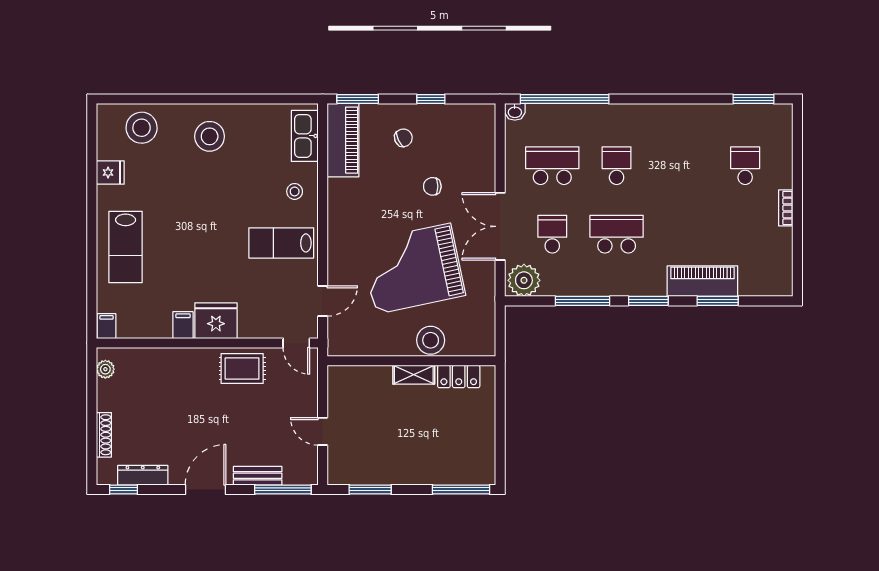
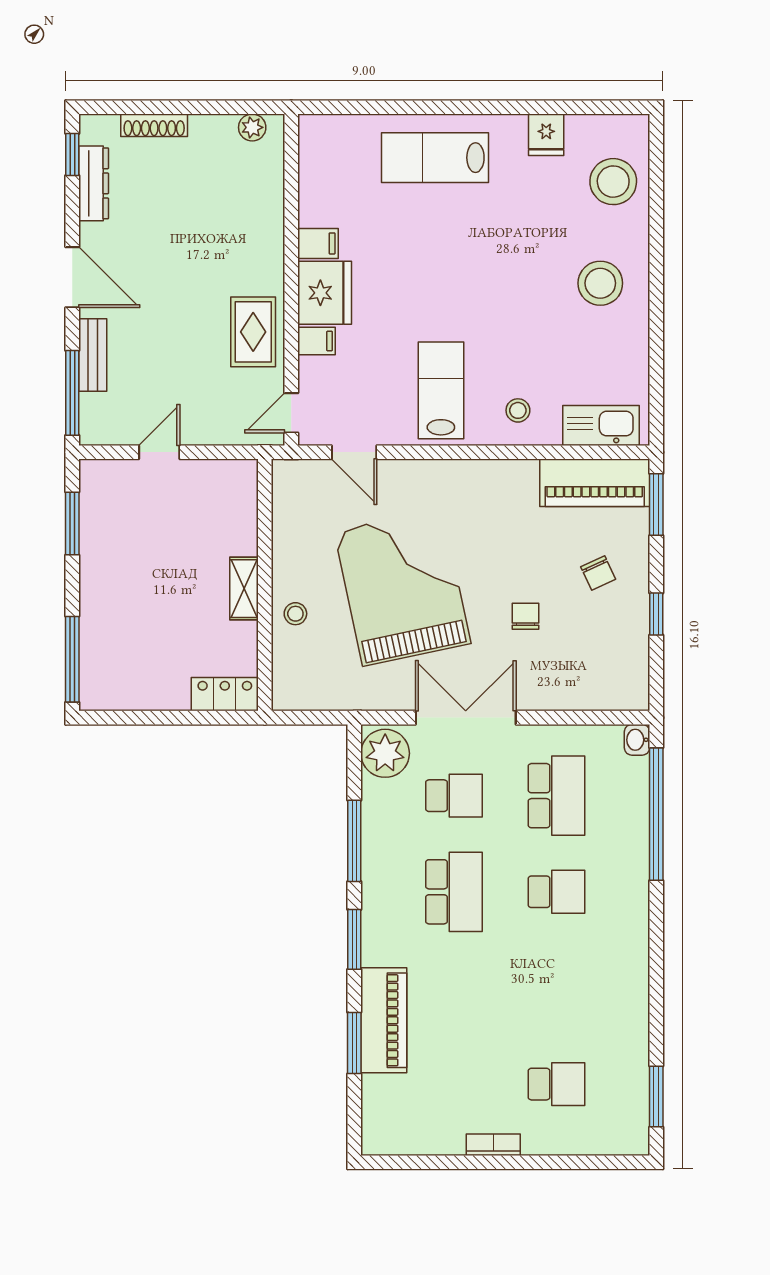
filing cabinet: (106, 326) -> (317, 341), moved
stool: (431, 340) -> (295, 614), width x0.53, depth x0.53
locker: (459, 376) -> (225, 694), moved, turned 90

